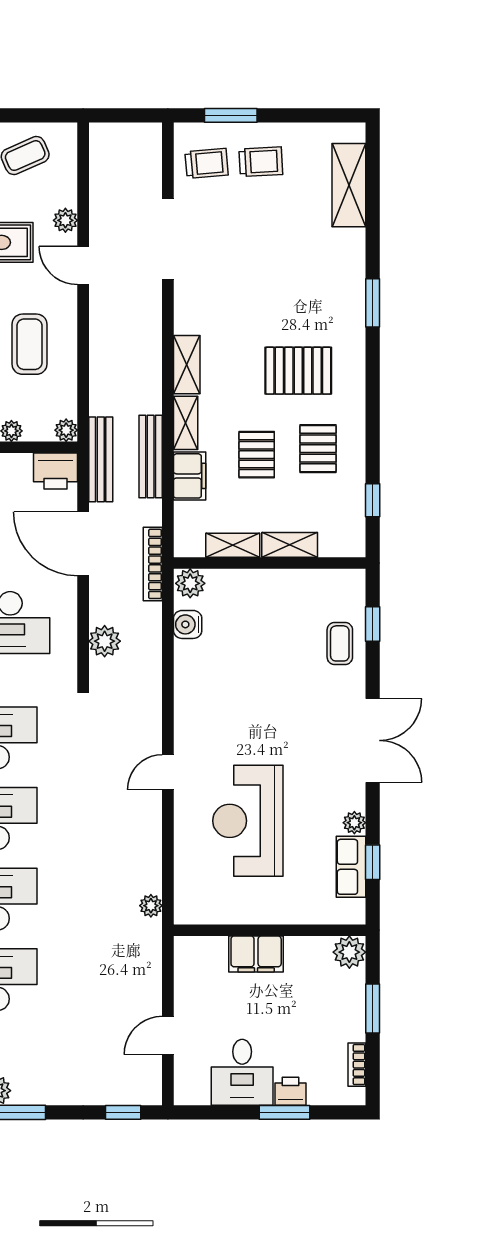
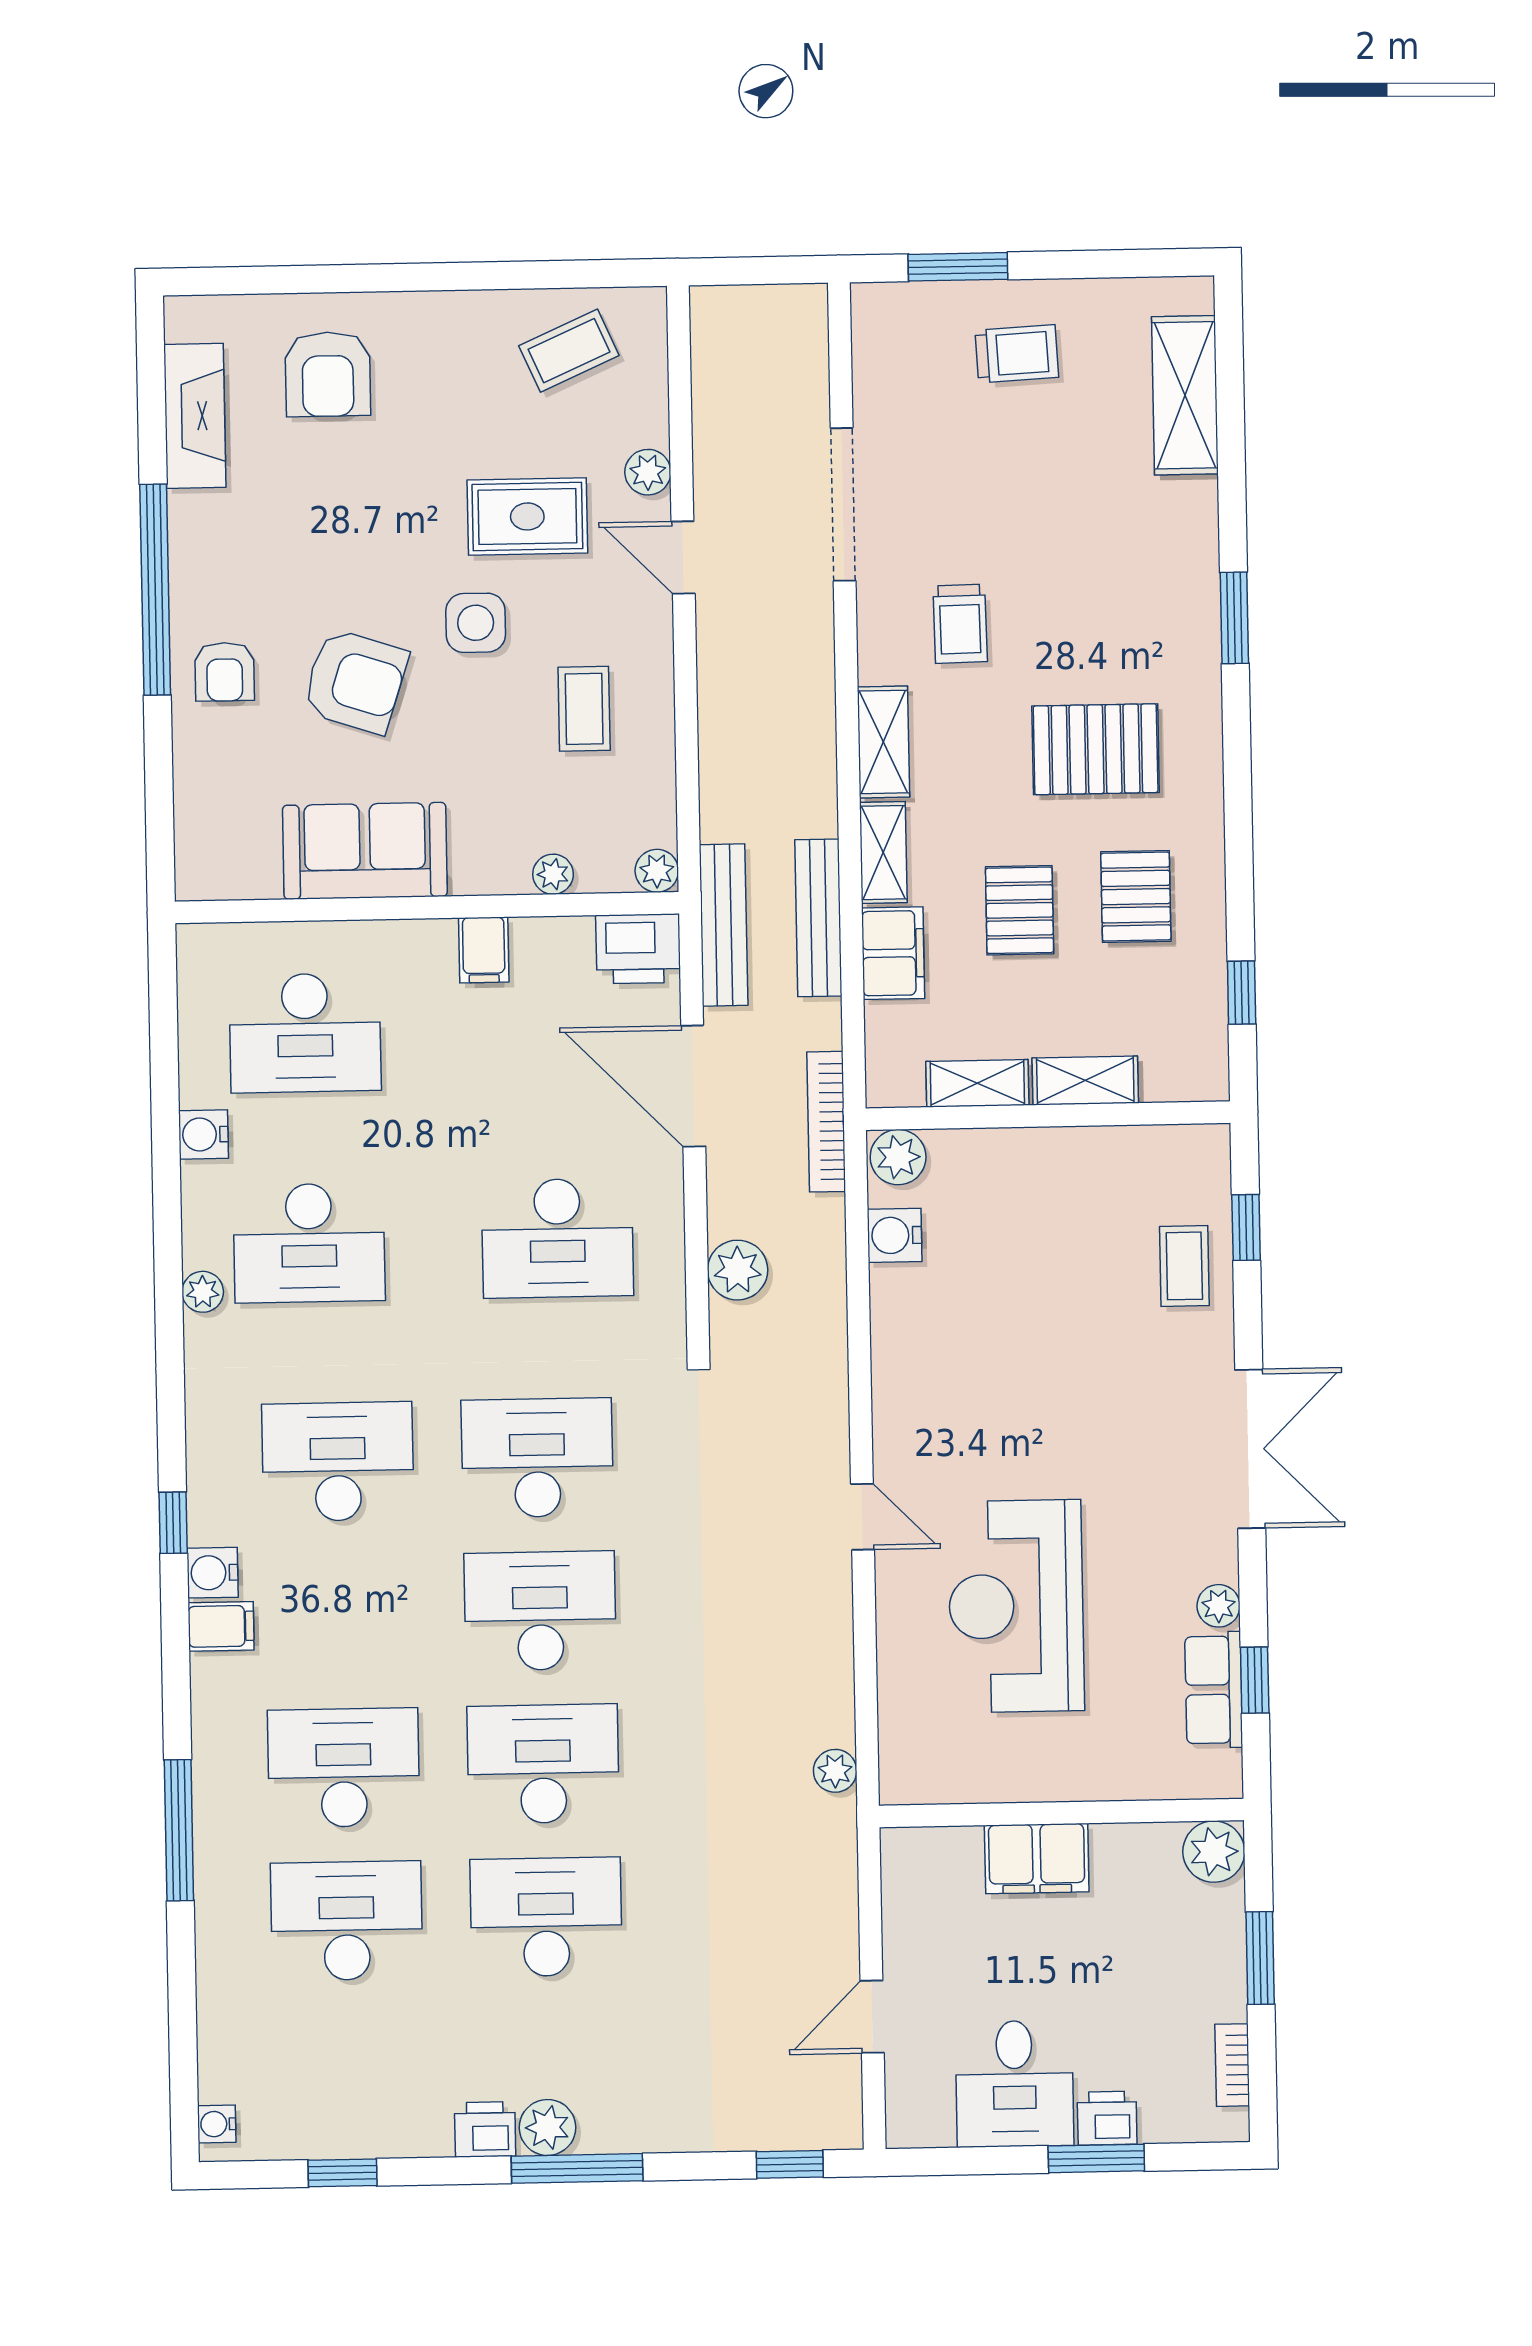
trolley: (207, 163) -> (960, 624), moved, turned 94
coffee table: (29, 344) -> (584, 709), width x0.73, depth x0.77
door: (168, 772) -> (863, 1517), swing flipped

